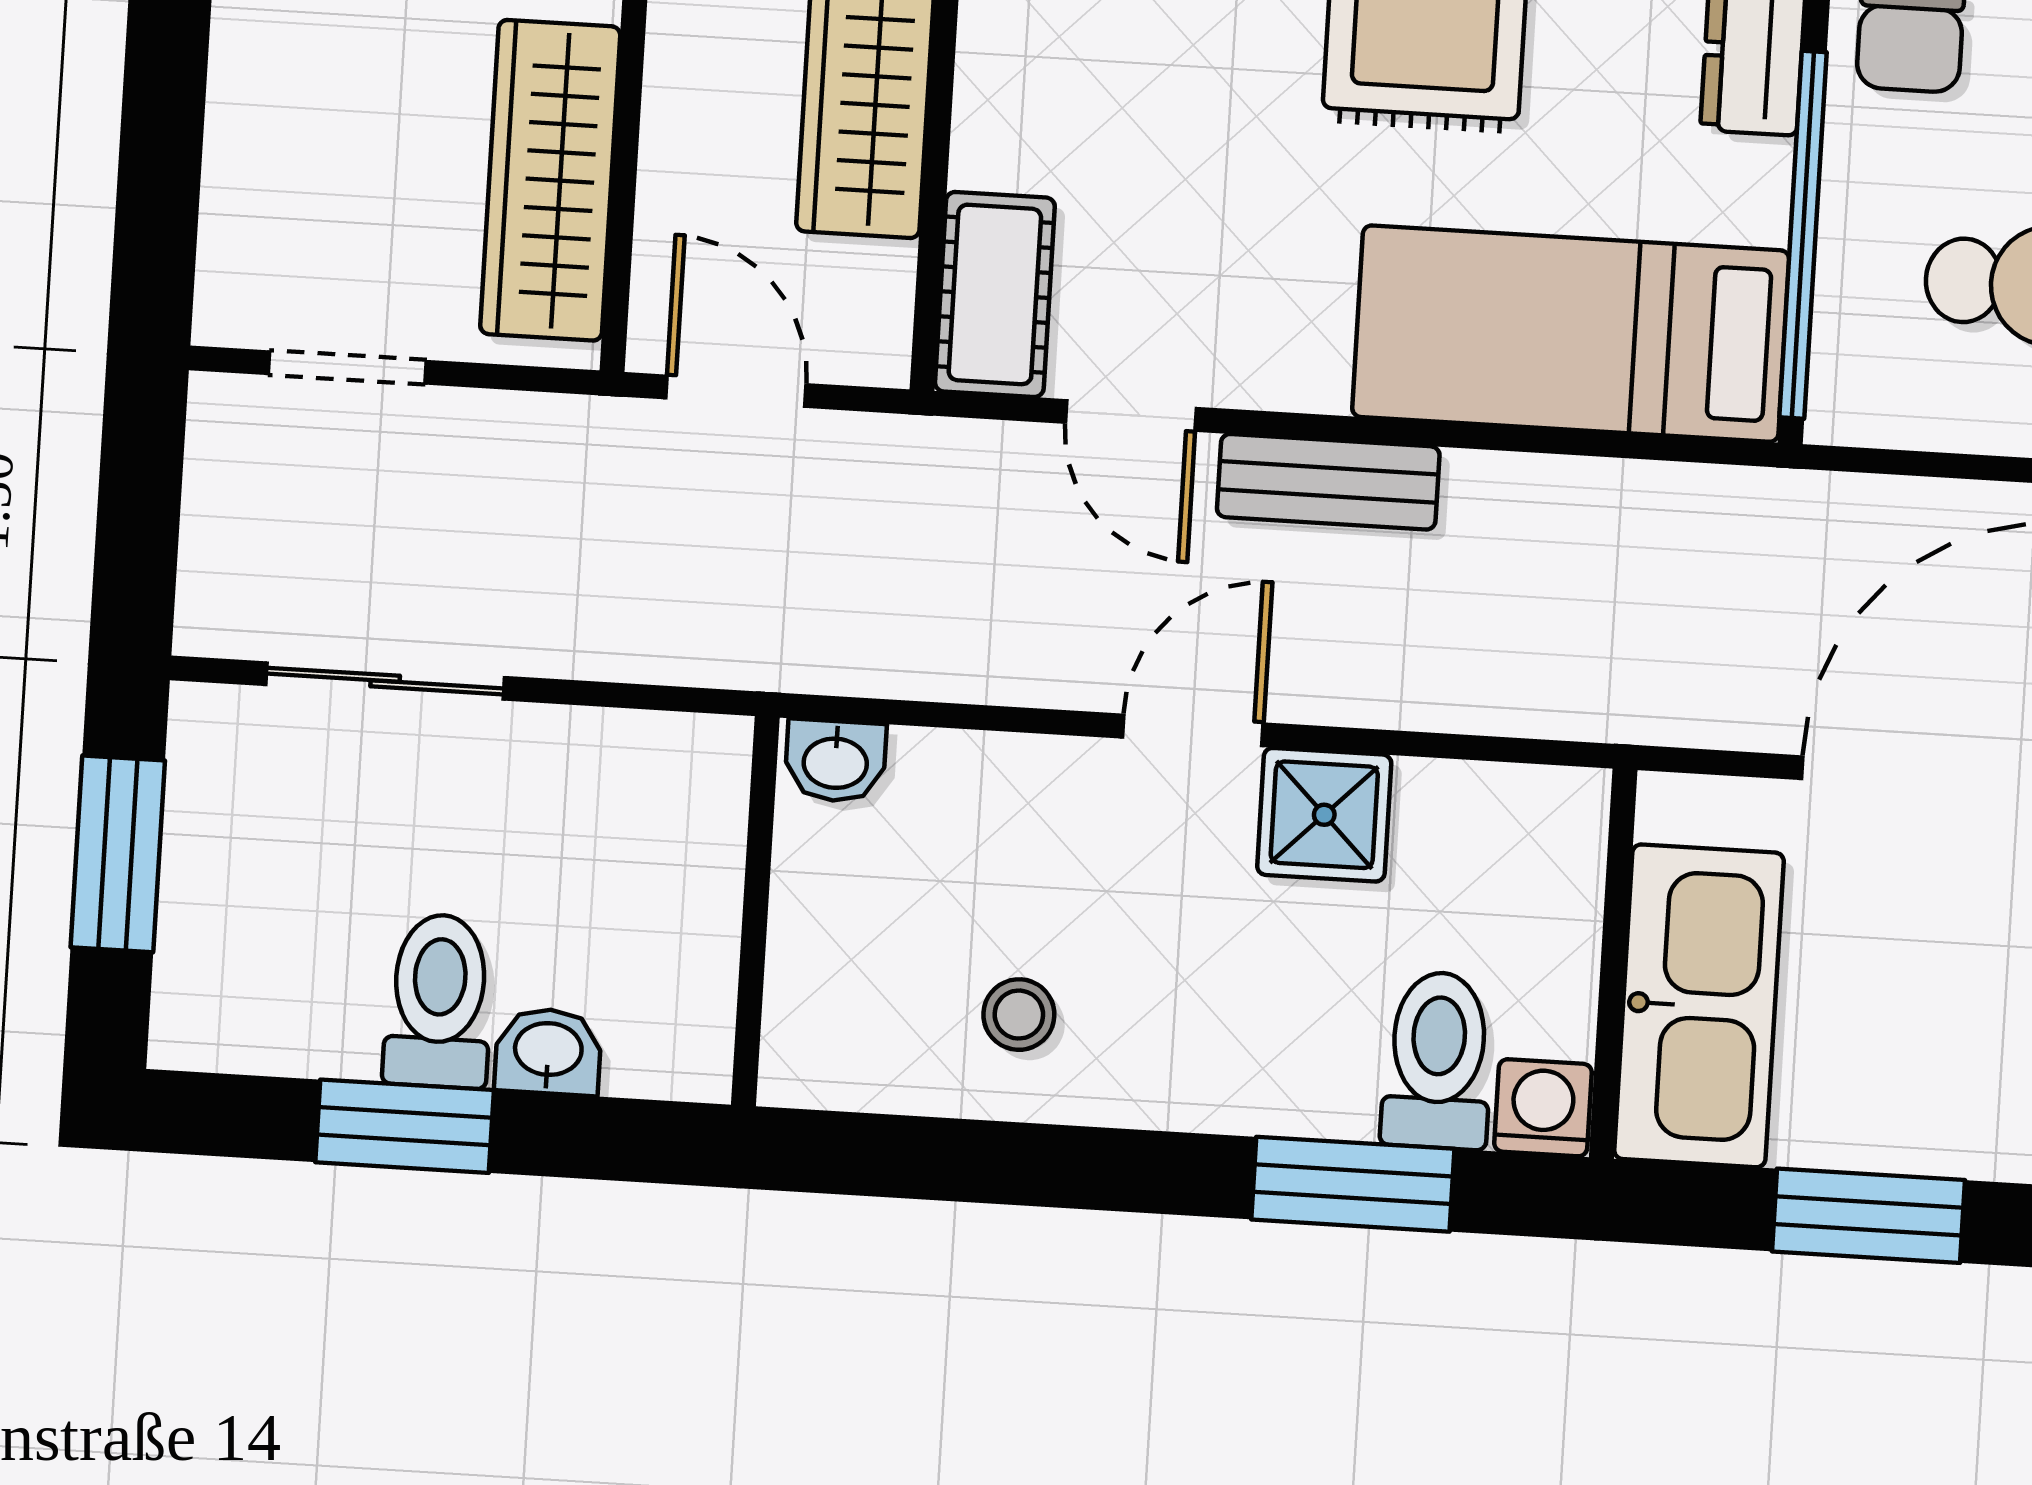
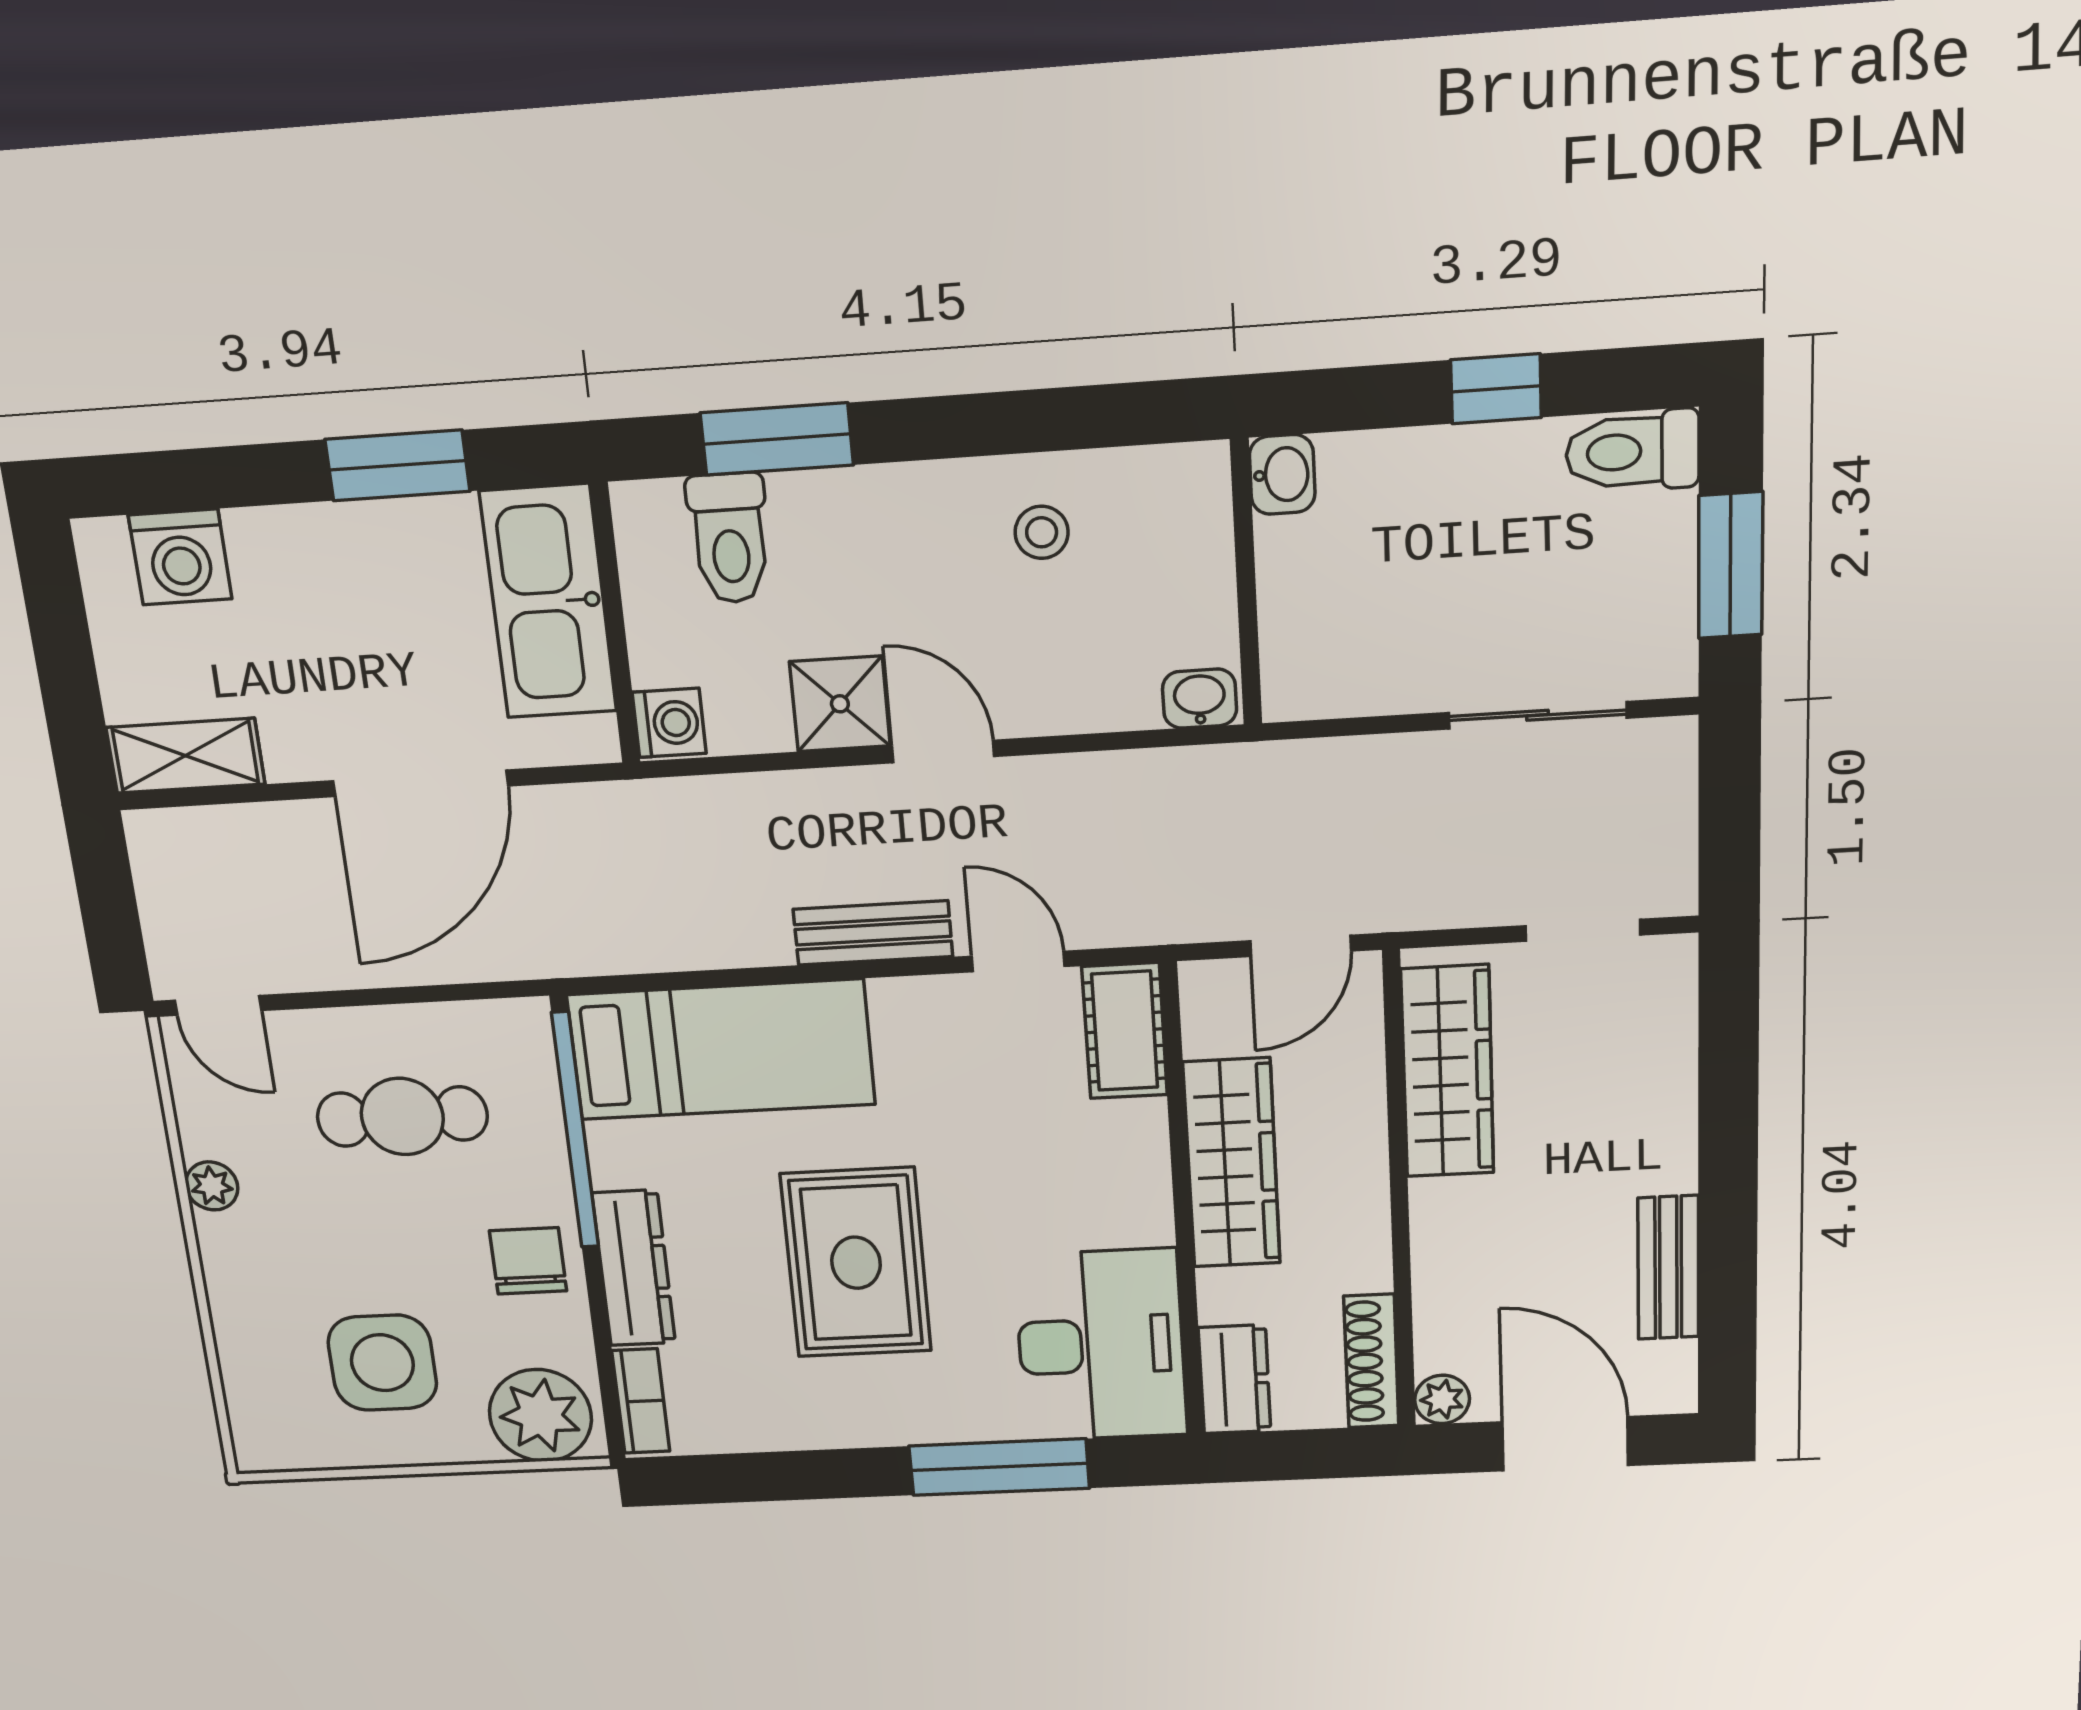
door: (736, 391) -> (1300, 946), hinge flipped
door: (1193, 730) -> (943, 752), swing flipped
toilet: (439, 1001) -> (1633, 451), moved, turned 90
washbasin: (548, 1052) -> (1282, 474), moved, turned -90
washing machine: (1543, 1108) -> (669, 723), moved, turned -90
window: (405, 1126) -> (1496, 389), width x0.67

